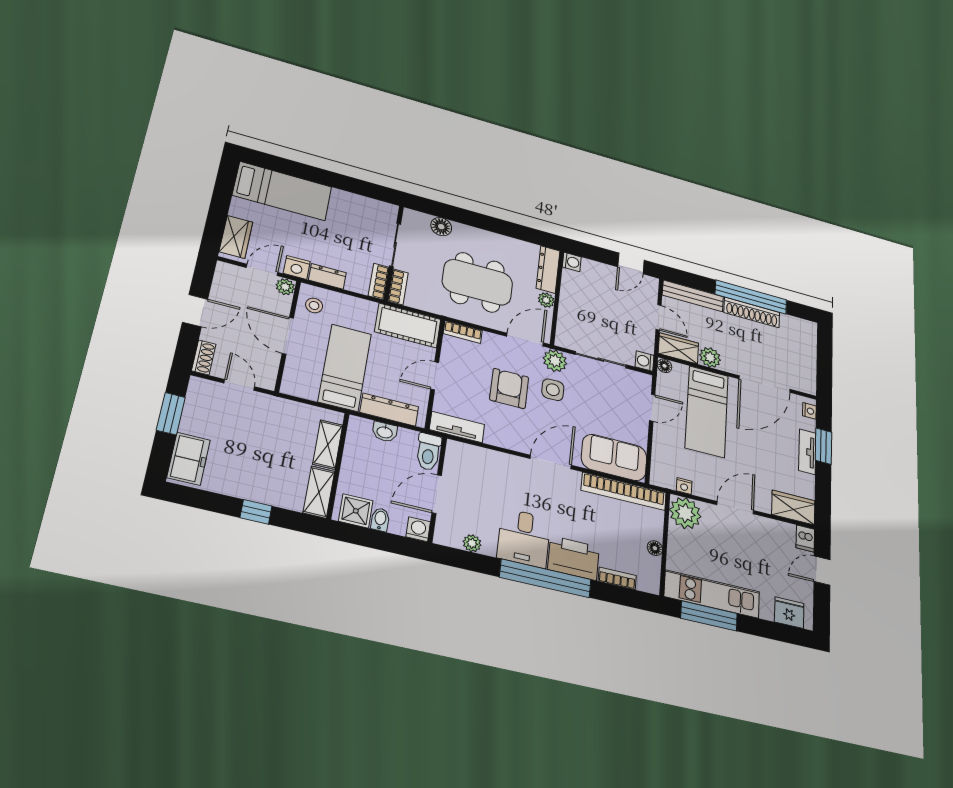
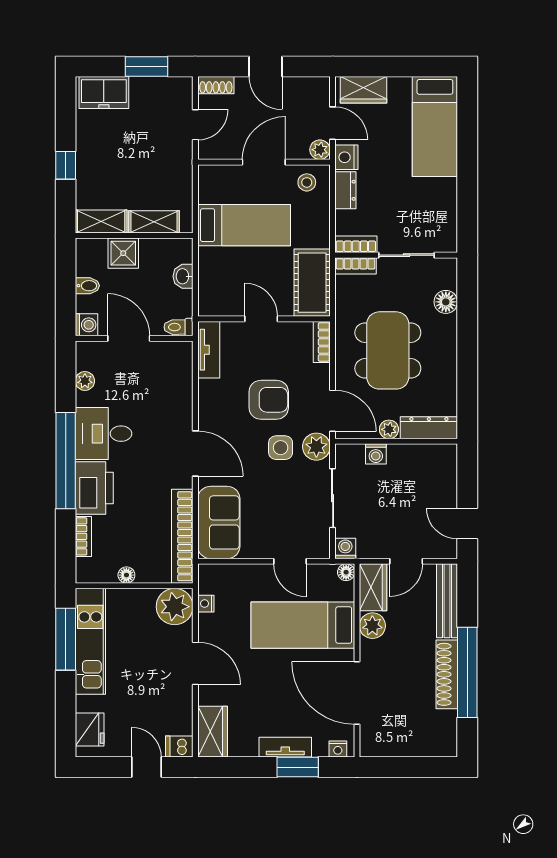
washing machine: (572, 262) -> (376, 454), moved
dresser: (389, 410) -> (209, 277), removed
toilet: (428, 452) -> (178, 327), width x0.73, depth x0.72
shower: (356, 511) -> (123, 253), moved

